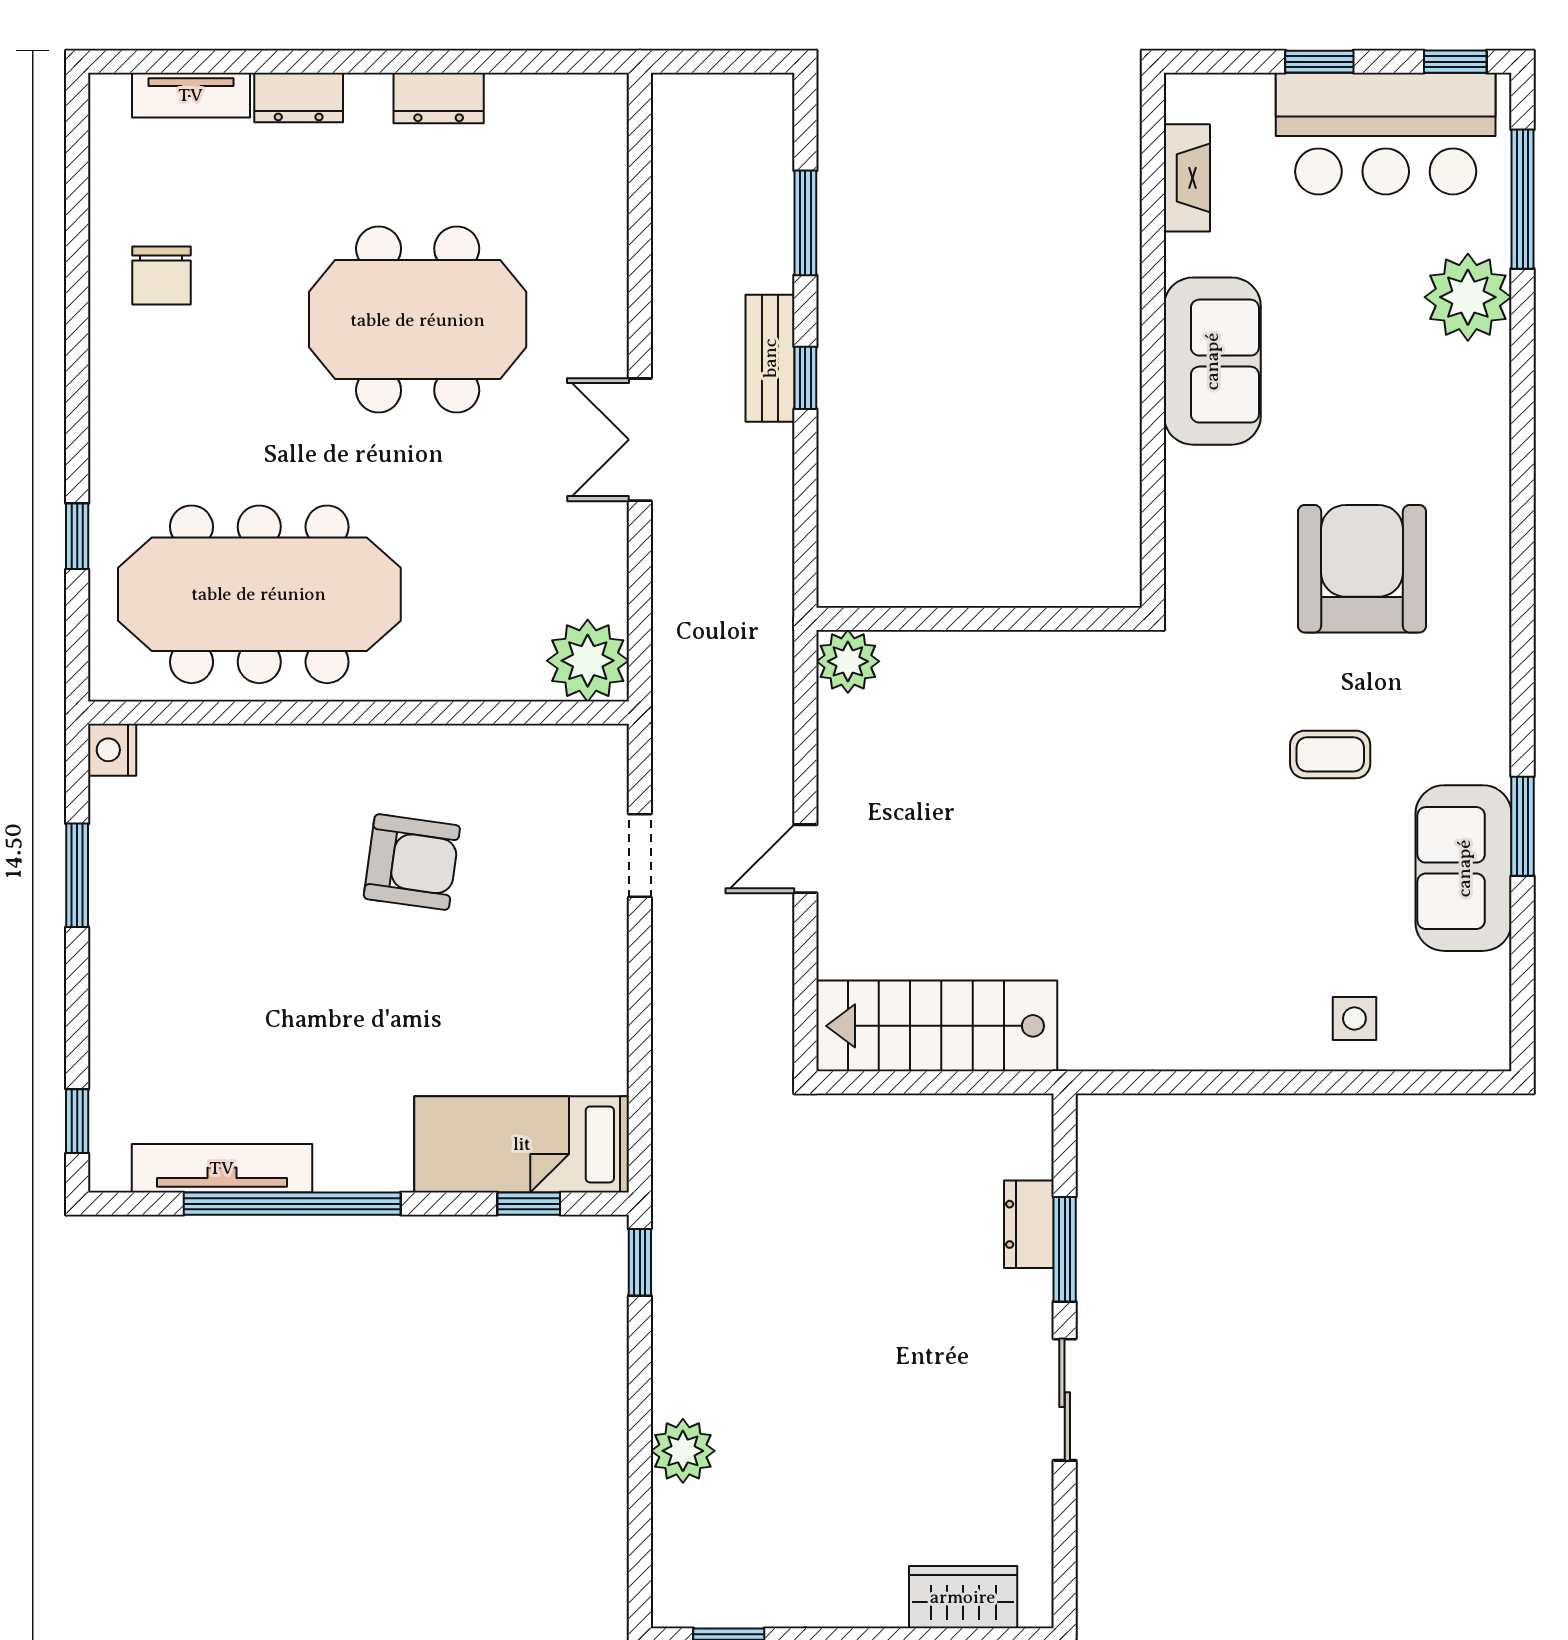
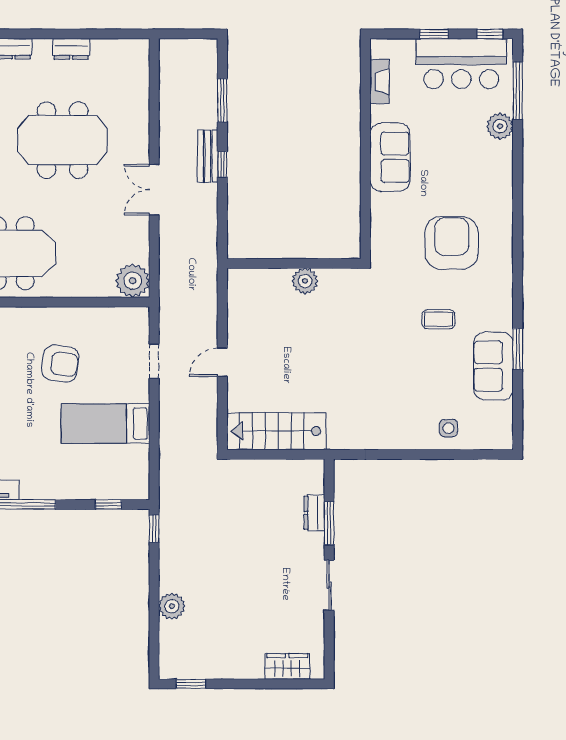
plant: (1468, 297) -> (500, 126), width x0.73, depth x0.73
plant: (848, 661) -> (305, 281), moved
bed: (522, 1144) -> (105, 424), moved

